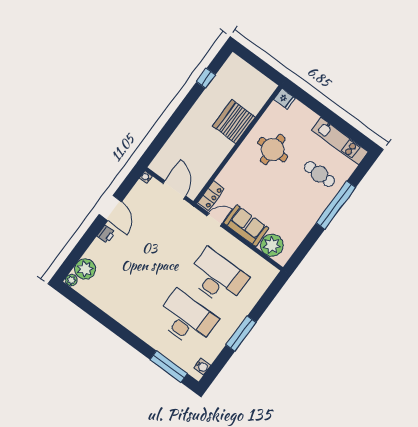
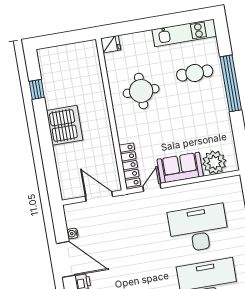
server rack: (234, 122) -> (65, 125), moved, turned 180
water cooler: (146, 177) -> (73, 234), moved
locker: (211, 196) -> (130, 165), width x1.53
door: (110, 208) -> (66, 259), width x1.36

